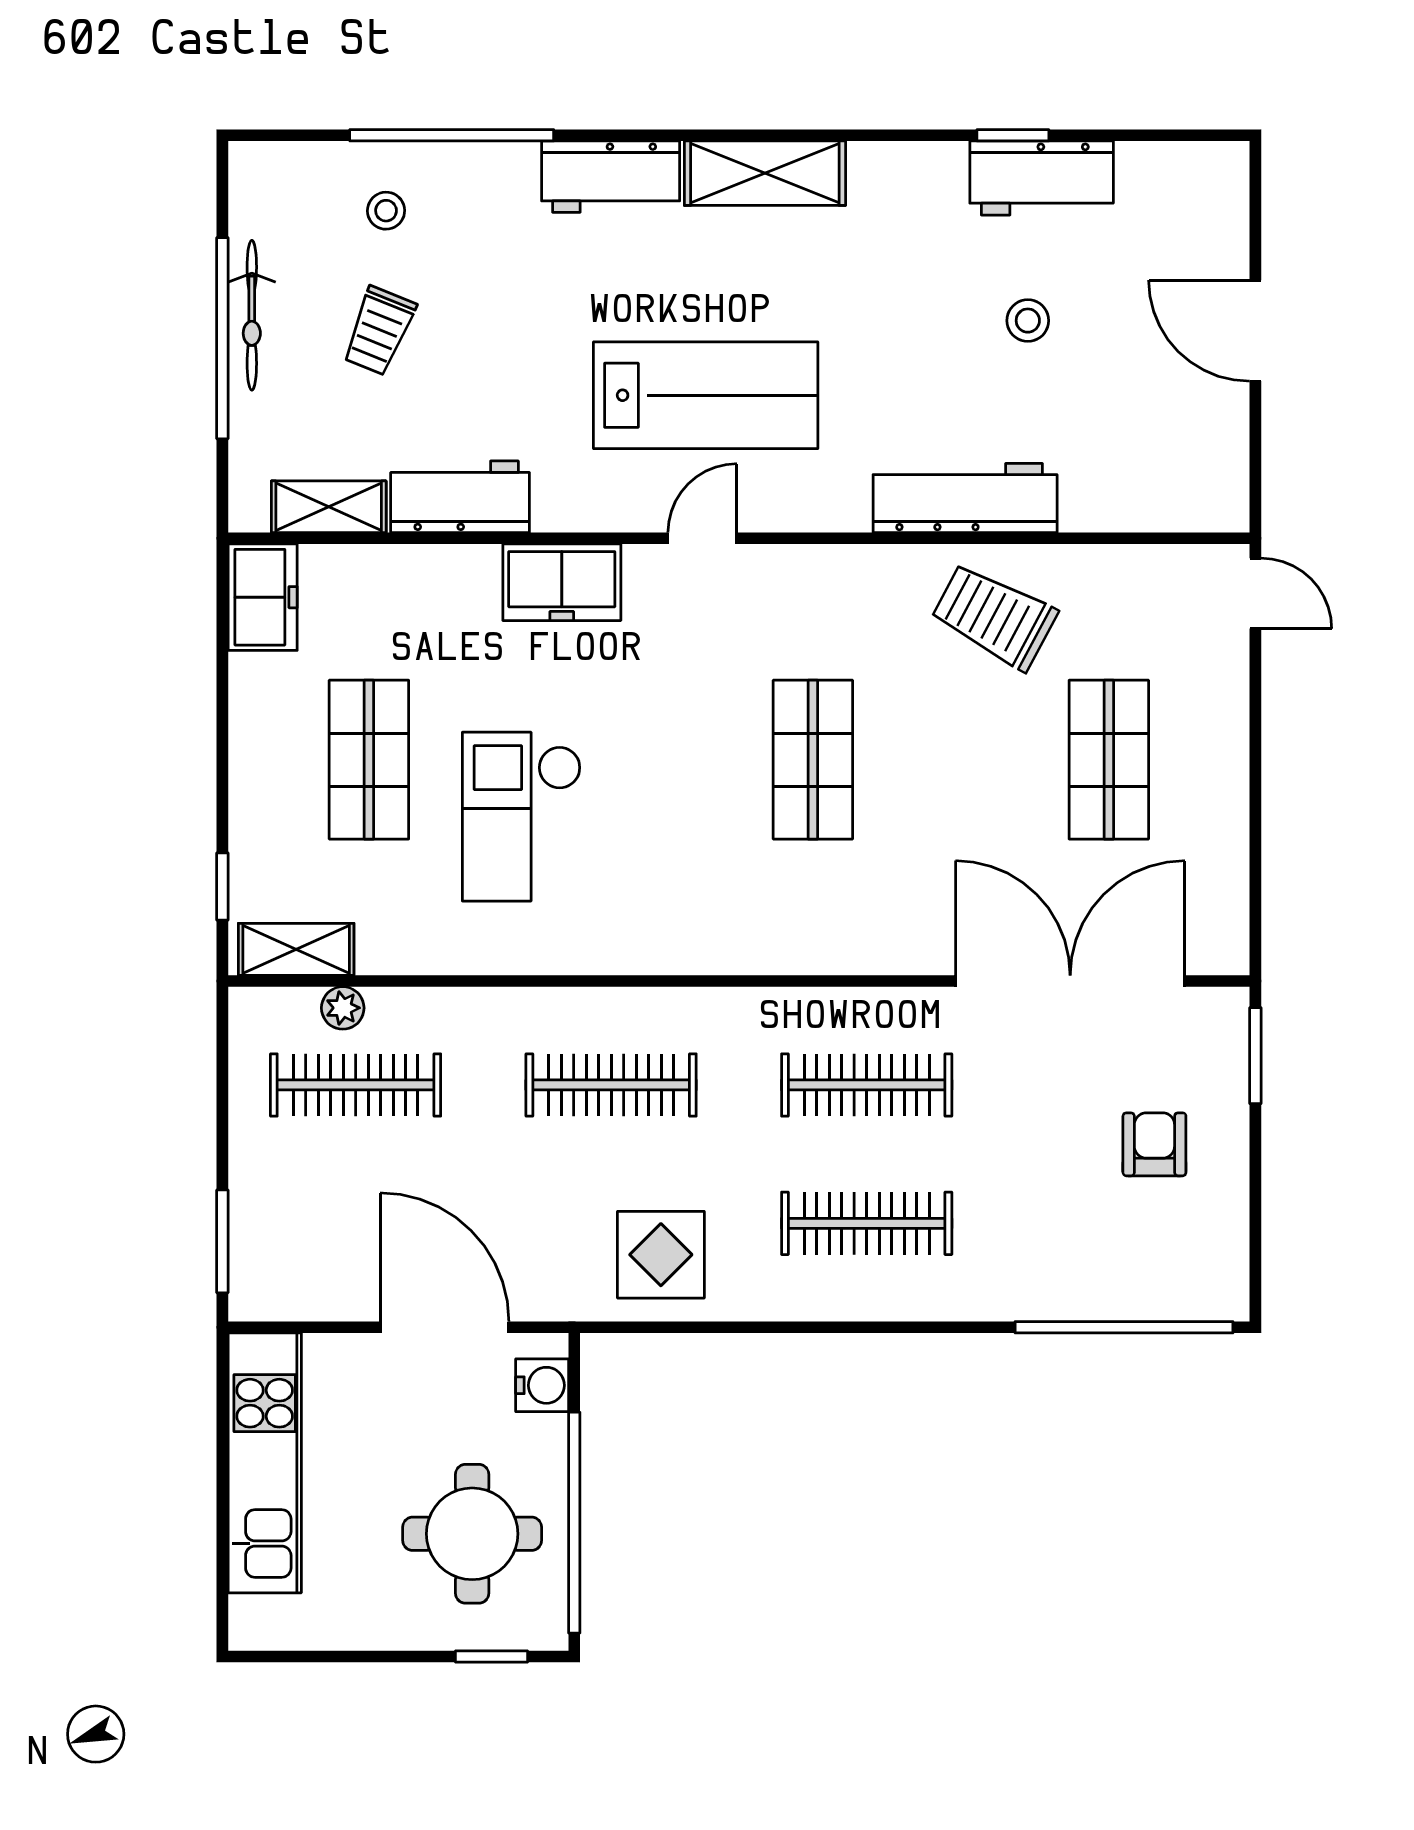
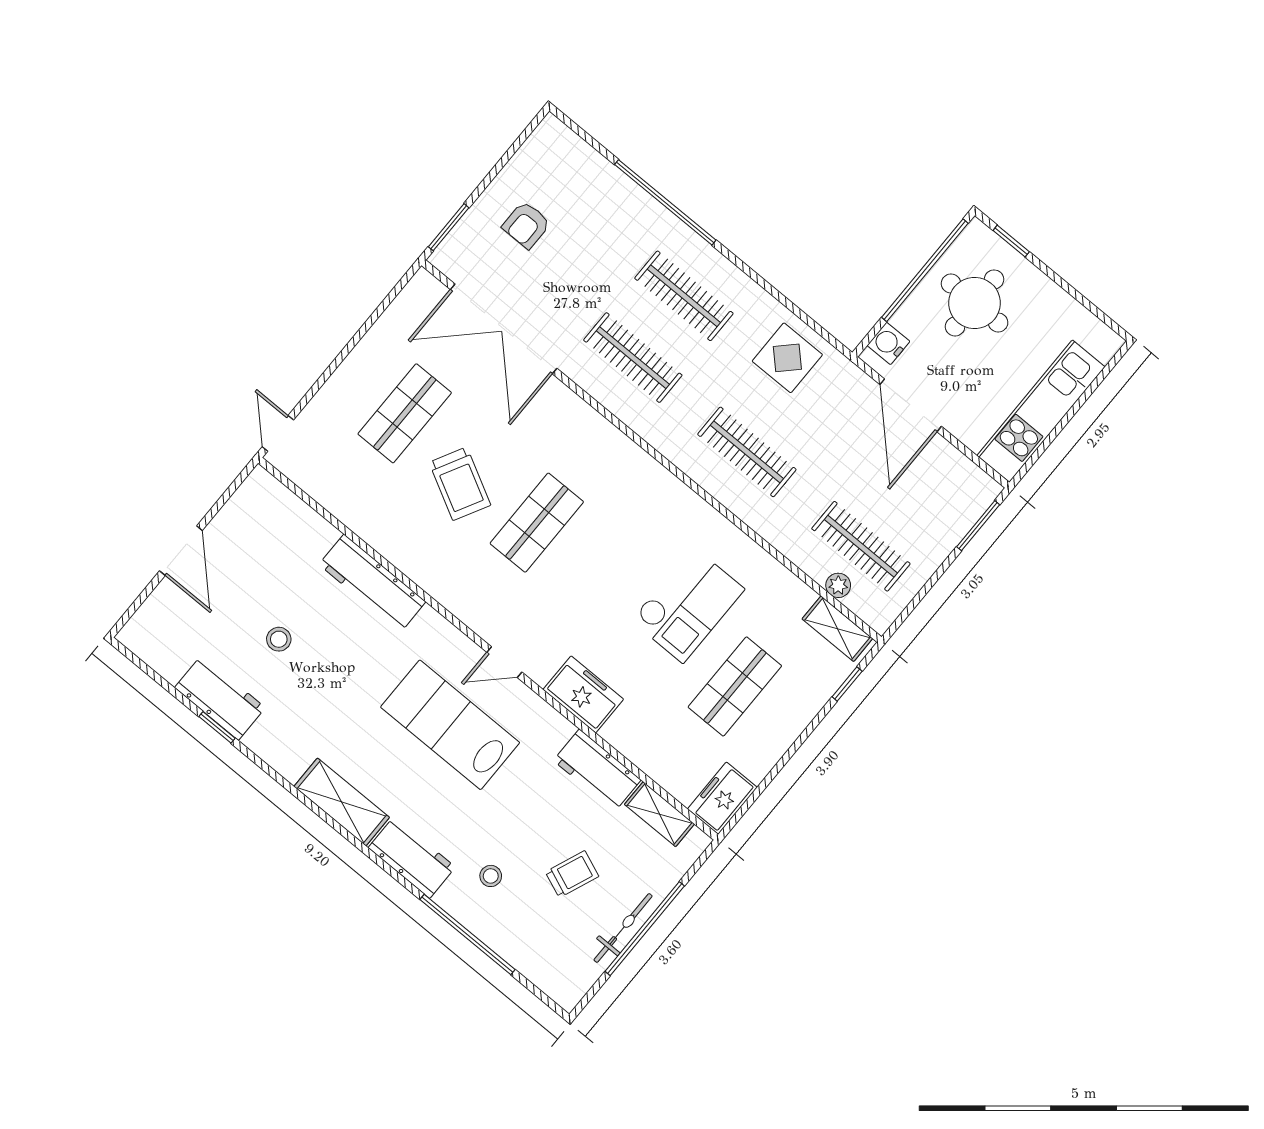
stool: (386, 211) -> (491, 876), moved
trolley: (994, 616) -> (460, 484), moved
window: (1124, 1327) -> (665, 202), moved

